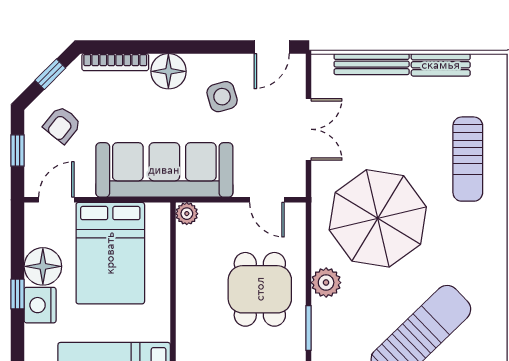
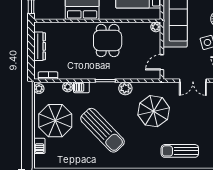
parasol: (378, 218) -> (154, 111), width x0.73, depth x0.73
dining table: (260, 289) -> (108, 40), moved, turned 90

